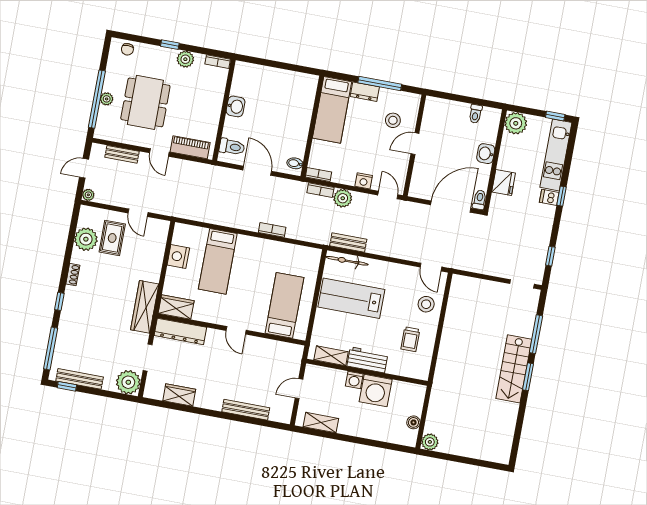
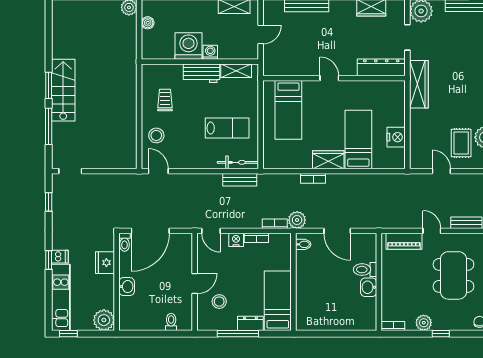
toilet: (475, 114) -> (171, 322), moved
toilet: (232, 147) -> (365, 270), moved
bookcase: (318, 175) -> (256, 238), moved
plant: (343, 198) -> (297, 220), moved
lab bench: (351, 298) -> (227, 128), width x0.73, depth x0.72
wardrobe: (176, 307) -> (328, 160), moved, turned 180

